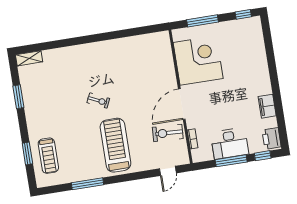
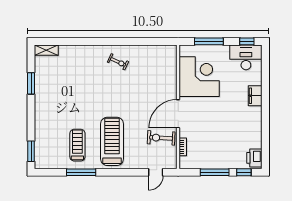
exercise bike: (98, 101) -> (118, 62), moved
filing cabinet: (267, 106) -> (255, 96), moved
desk: (230, 143) -> (246, 57), moved, turned 180
window: (27, 153) -> (31, 151), moved
treadmill: (48, 156) -> (77, 145), moved, turned 180

